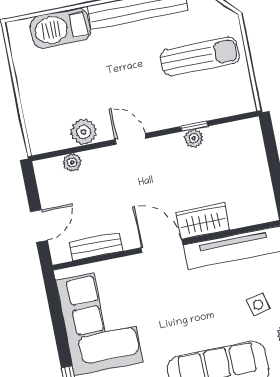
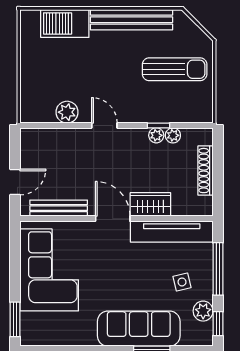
plant: (72, 162) -> (173, 135), moved
shoe rack: (260, 168) -> (205, 171), added
bench: (96, 247) -> (59, 208), width x1.36

